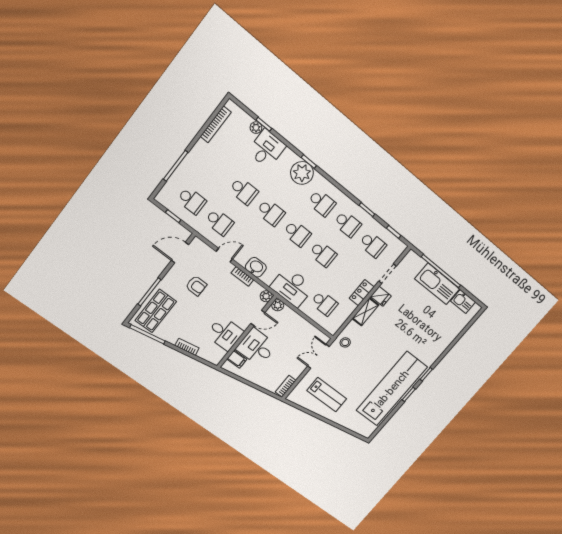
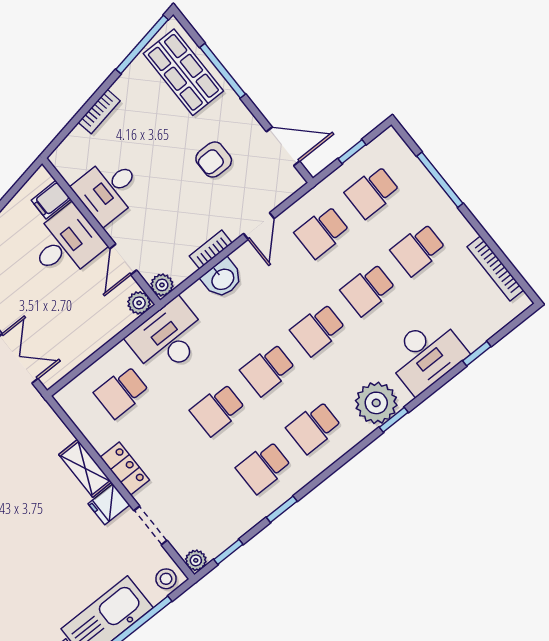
plant: (256, 128) -> (196, 560), moved
desk: (267, 149) -> (426, 355), width x1.37
school desk: (373, 245) -> (418, 250), moved
door: (180, 252) -> (283, 146), hinge flipped
stool: (345, 342) -> (166, 579), moved

